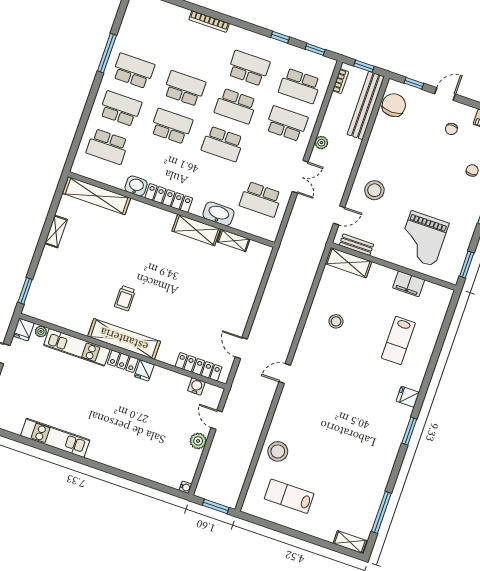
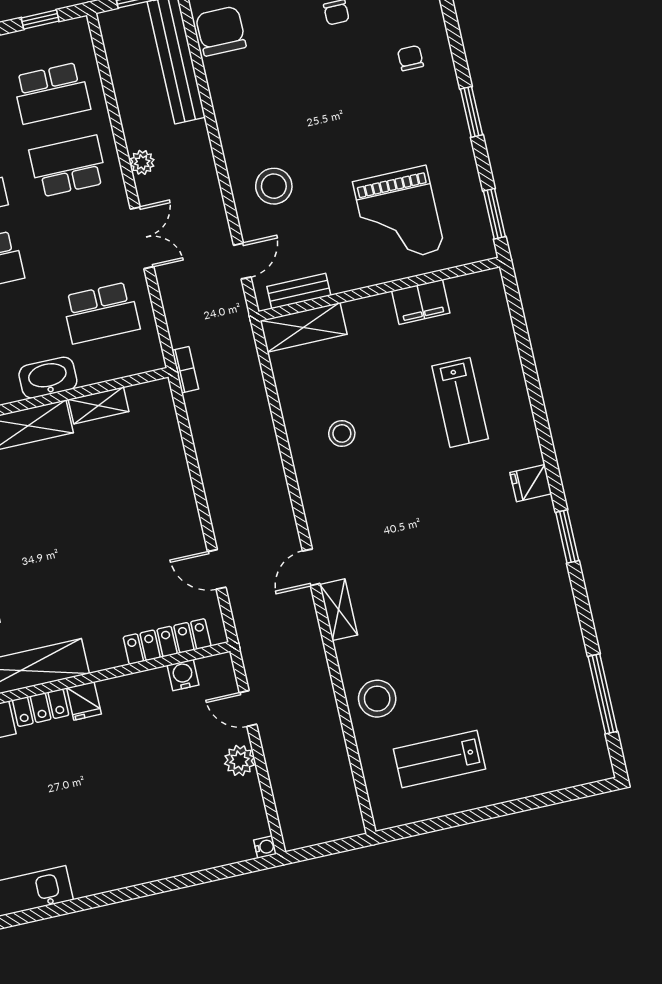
bookcase: (341, 81) -> (185, 370), moved
window: (216, 506) -> (332, 848), removed
shelving: (350, 542) -> (339, 610), moved, turned 90

